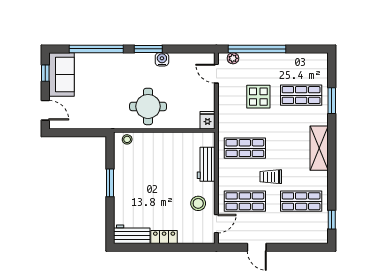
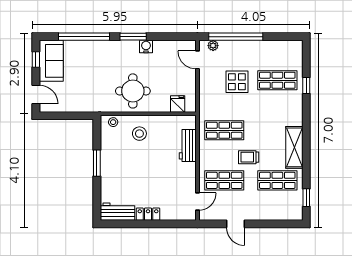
window: (332, 101) -> (306, 85), width x0.67
fridge: (208, 120) -> (178, 104), moved
shelving: (319, 148) -> (294, 147), moved
stool: (198, 203) -> (139, 134), moved

